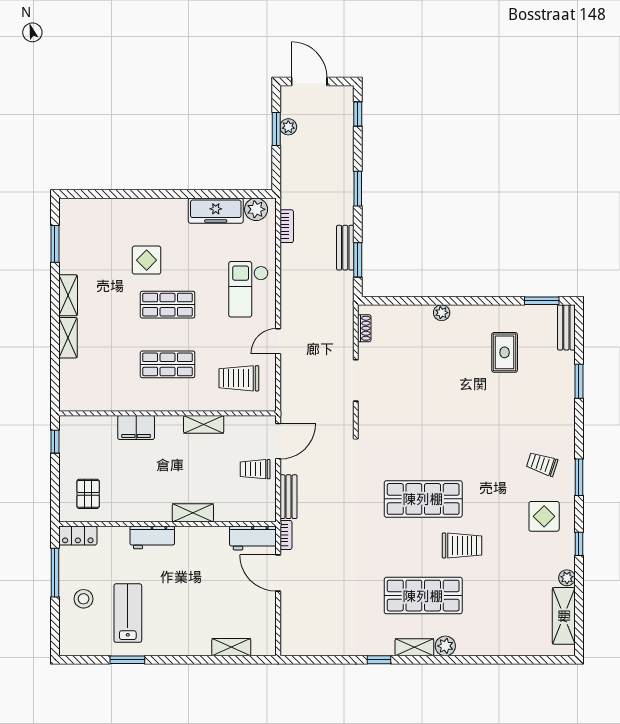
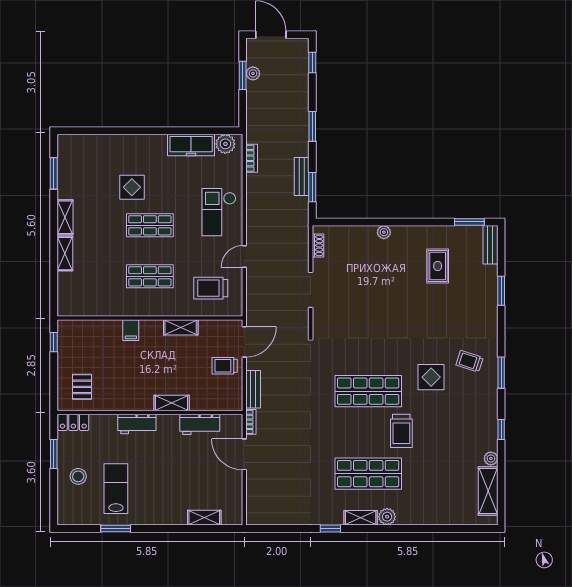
filing cabinet: (136, 427) -> (131, 330), width x0.50
display table: (544, 516) -> (431, 377), moved
workbench: (253, 538) -> (200, 424), moved
trolley: (462, 545) -> (401, 431), turned 90
window: (55, 573) -> (54, 454), width x0.69

